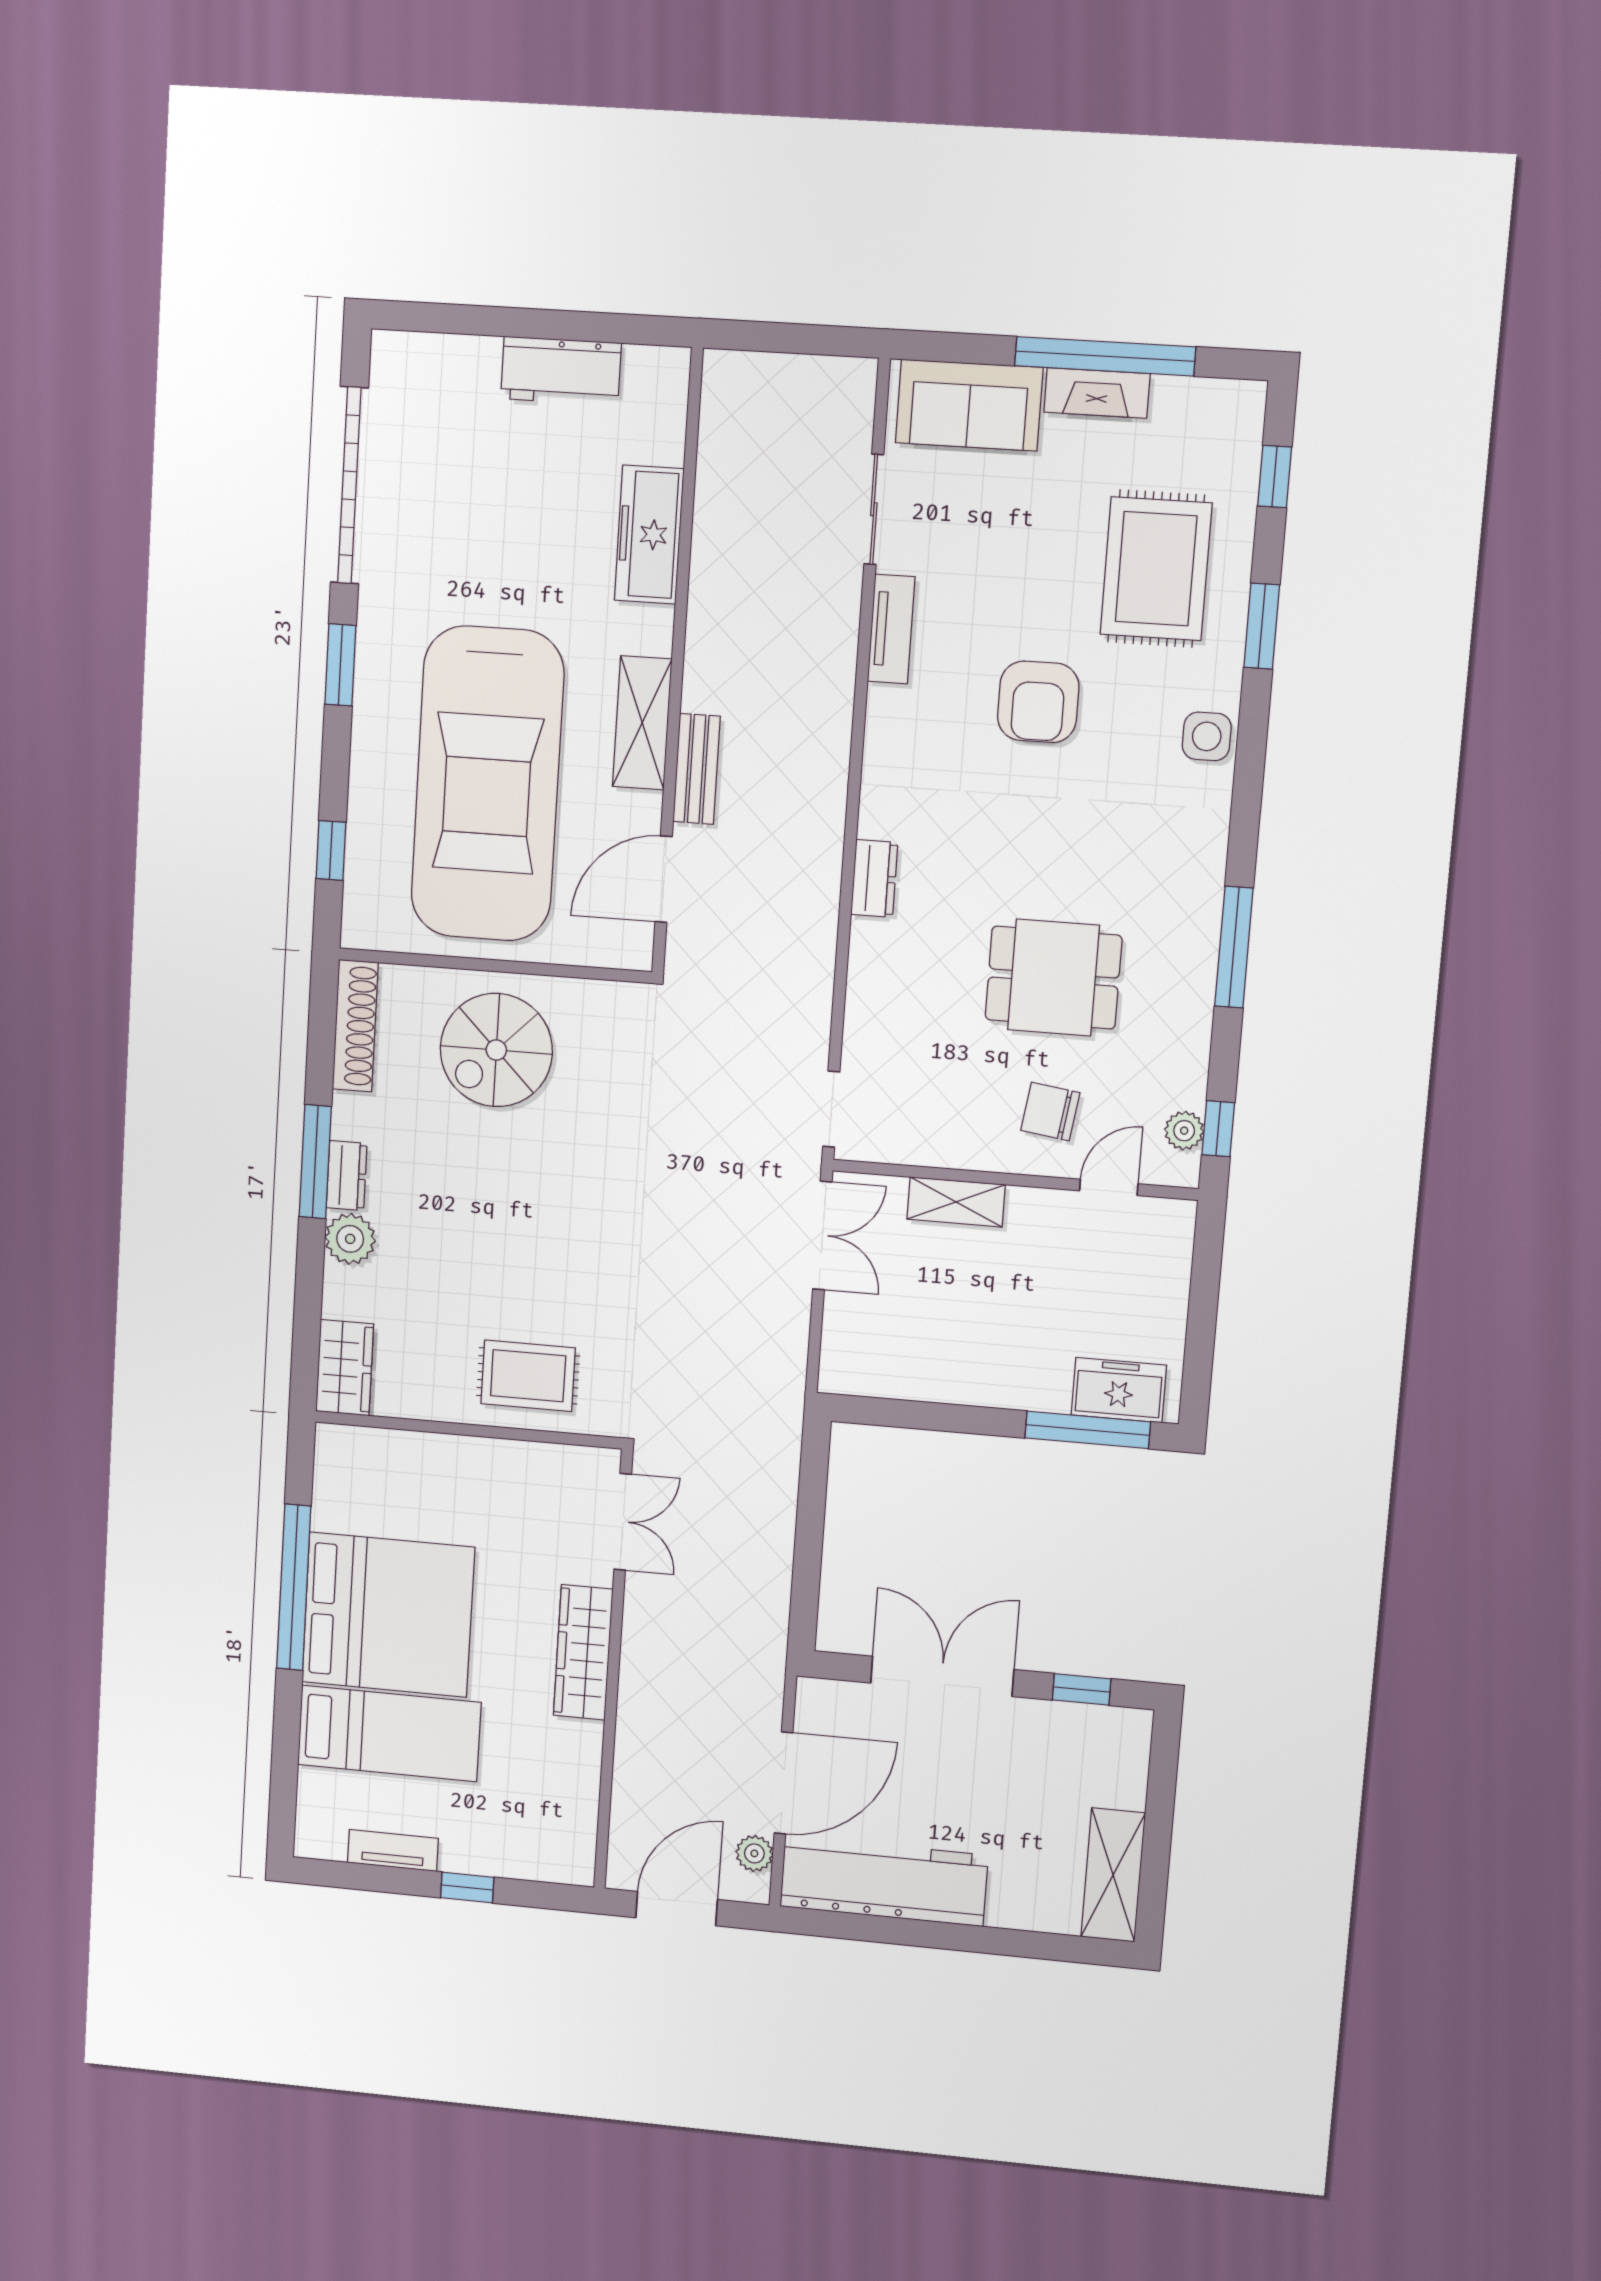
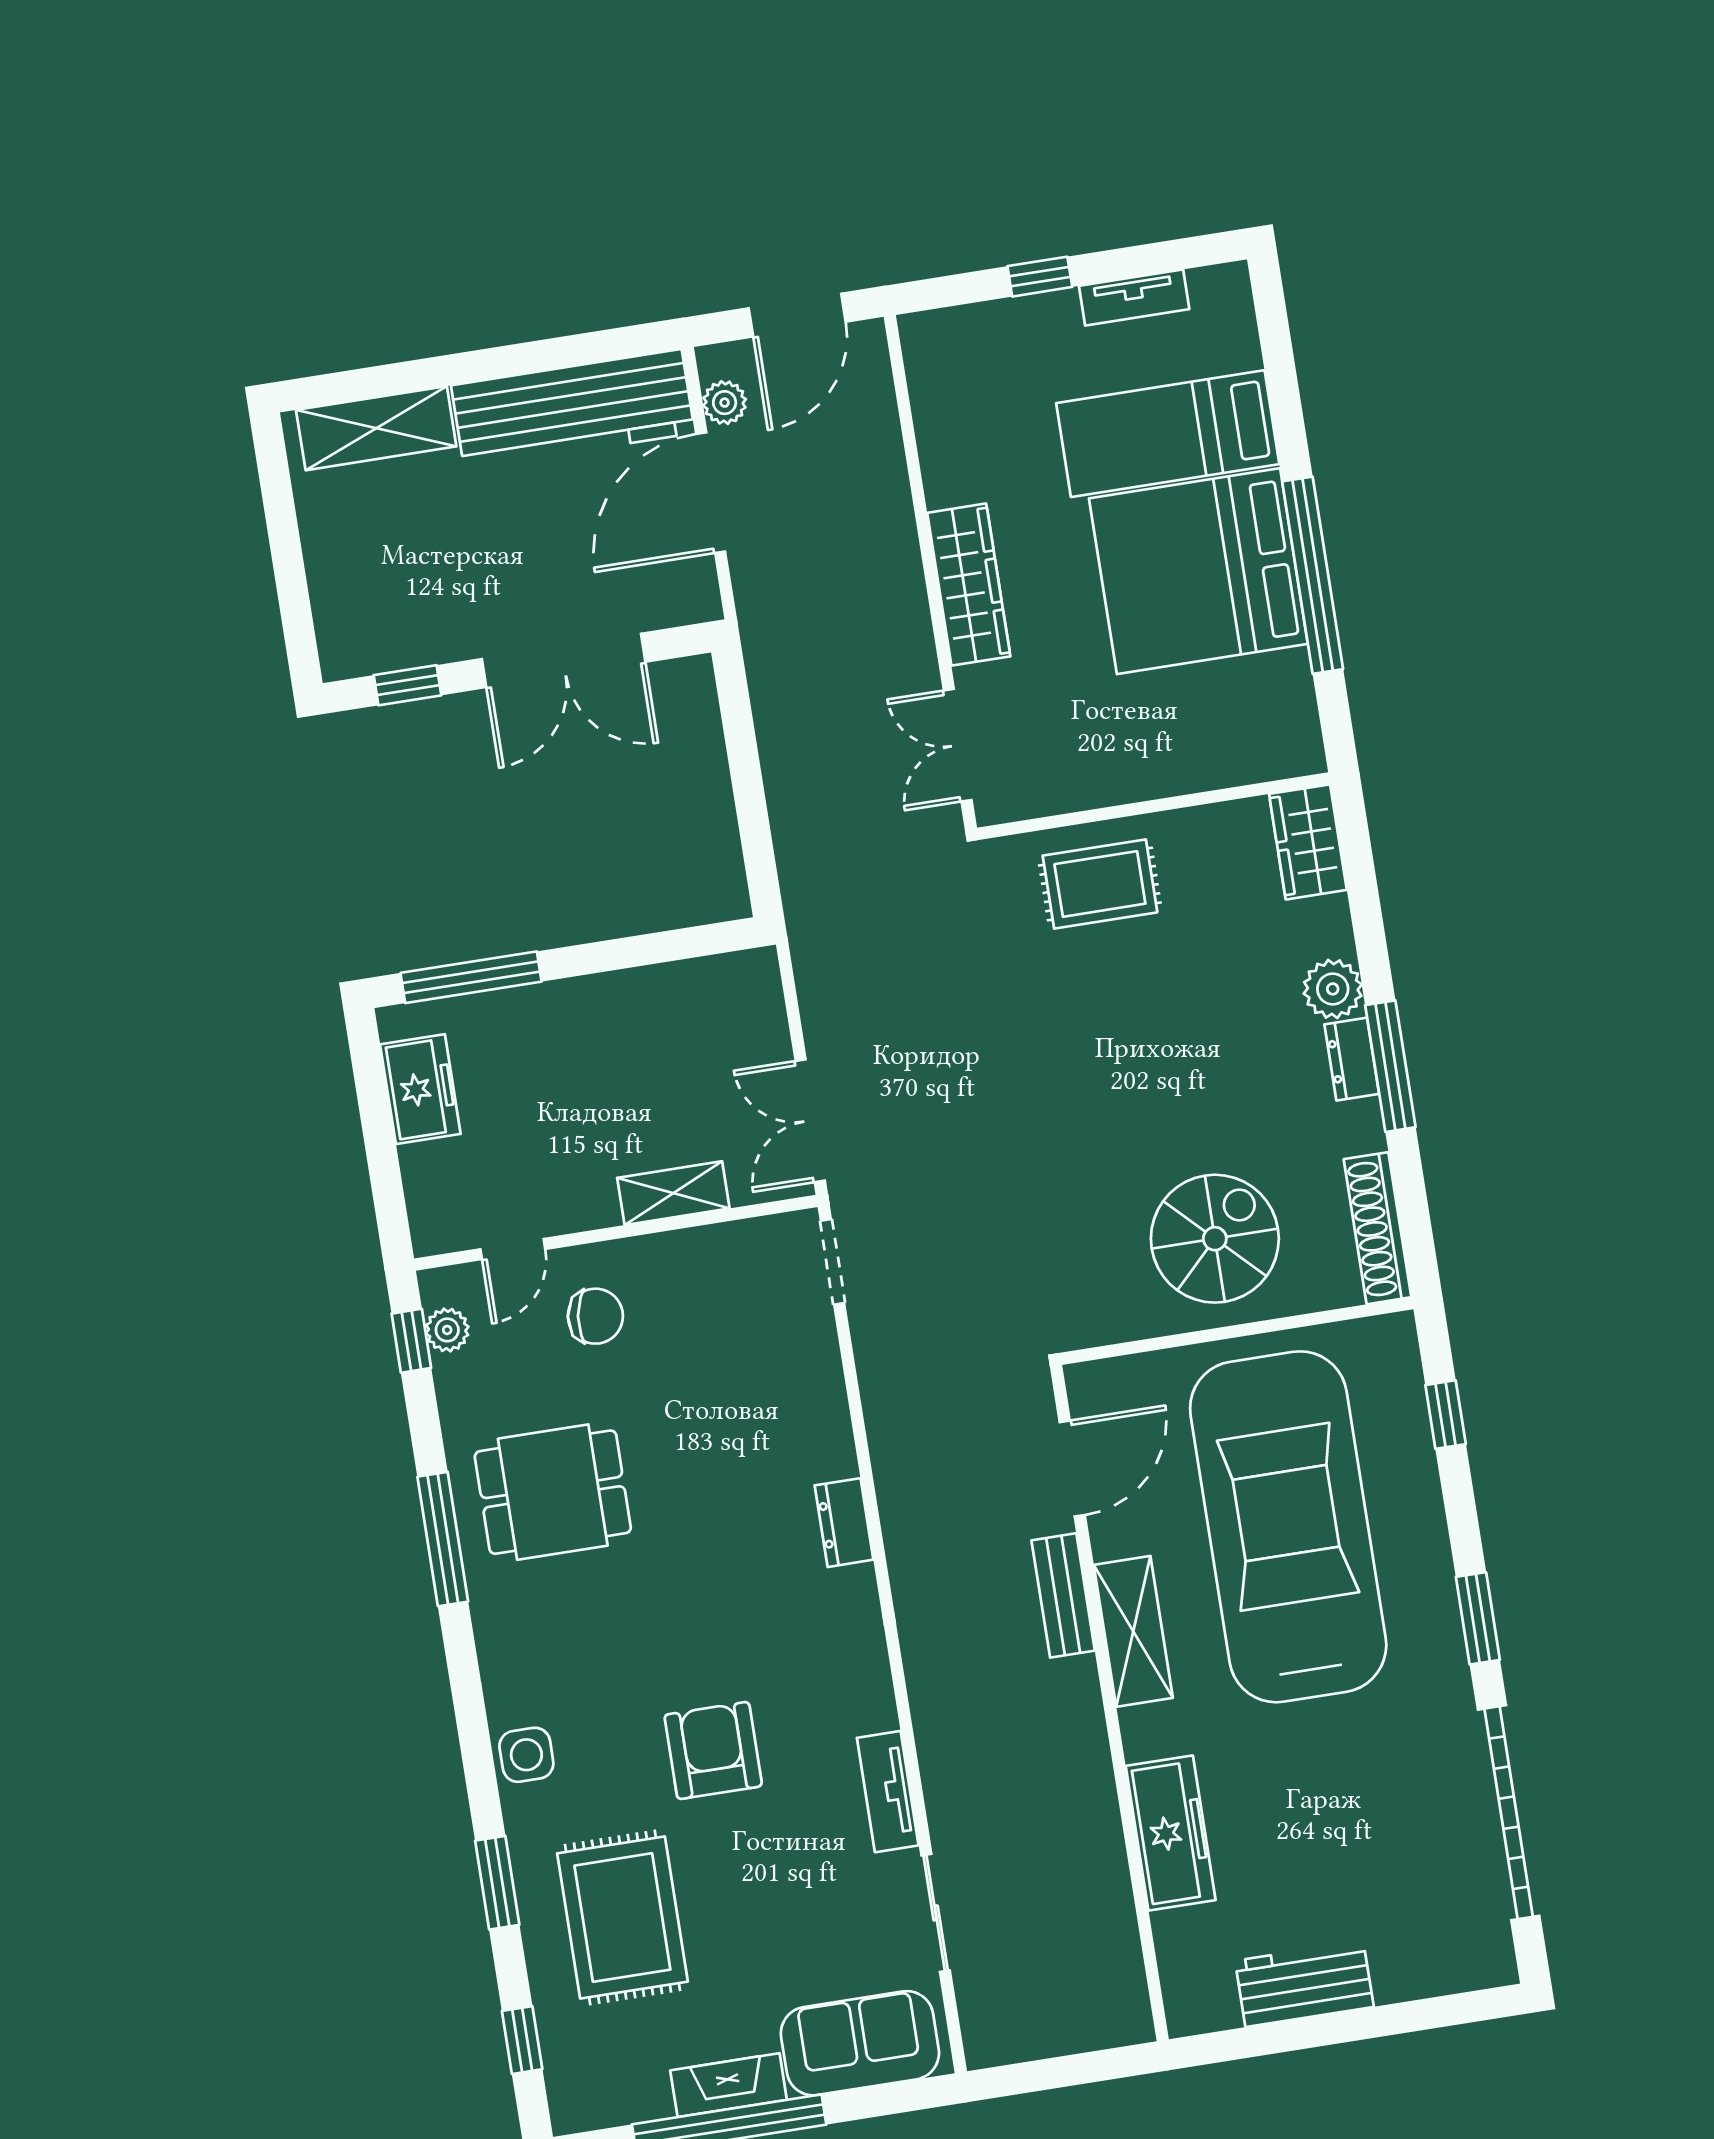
dining table: (1053, 978) -> (553, 1492), moved
freezer: (1119, 1390) -> (420, 1089), moved, turned -90
shelving: (1113, 1875) -> (376, 428), moved, turned 90

